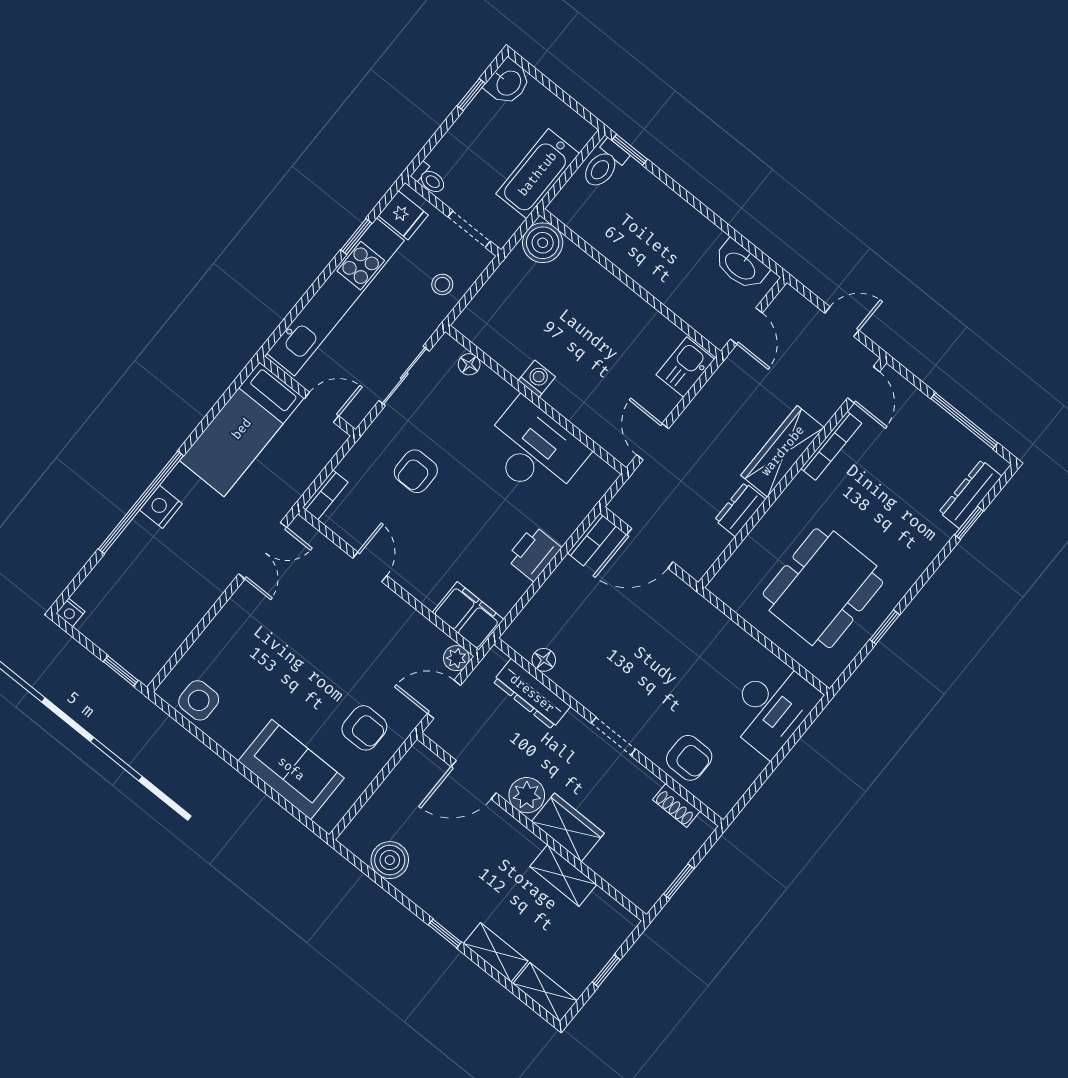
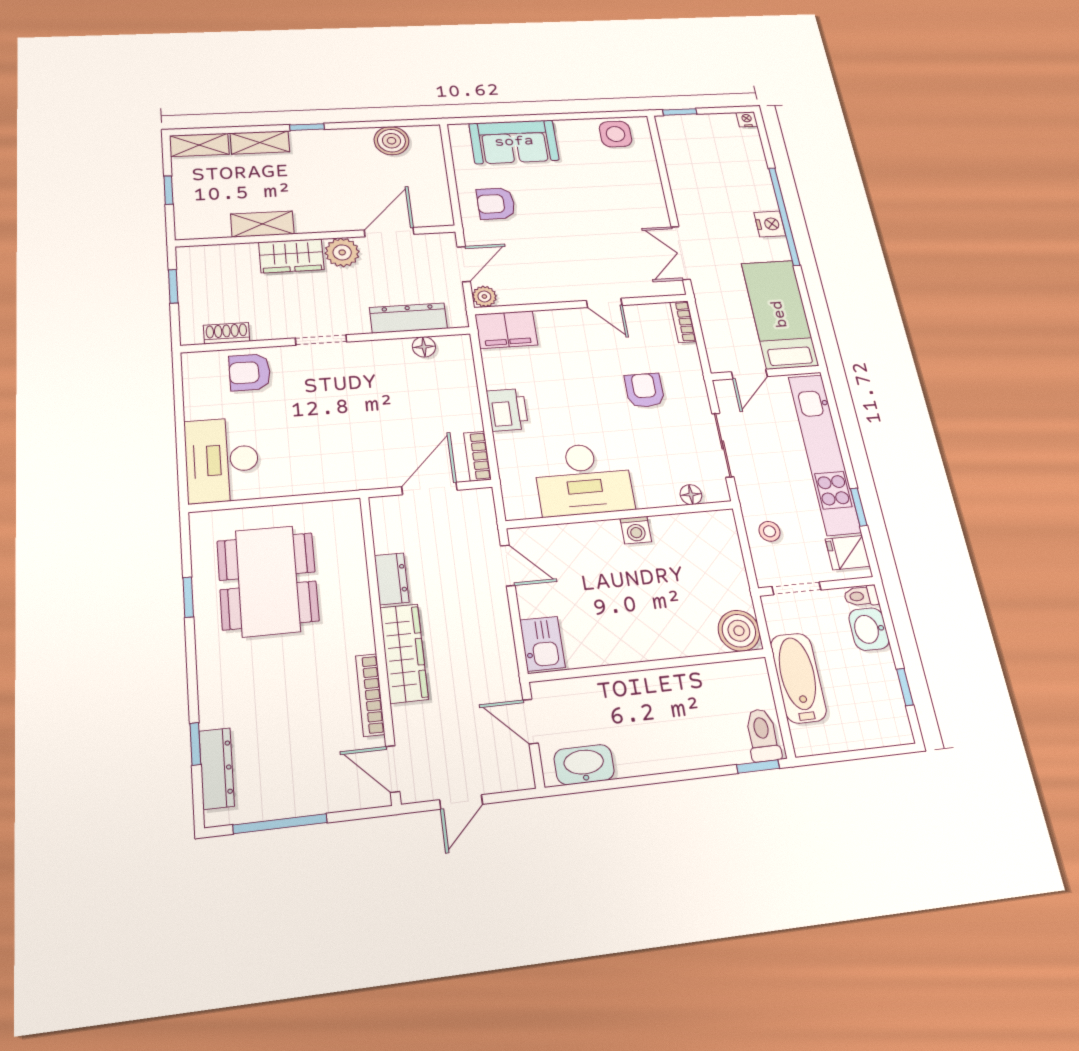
washbasin: (508, 82) -> (869, 629), moved

